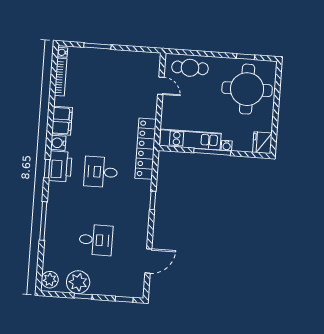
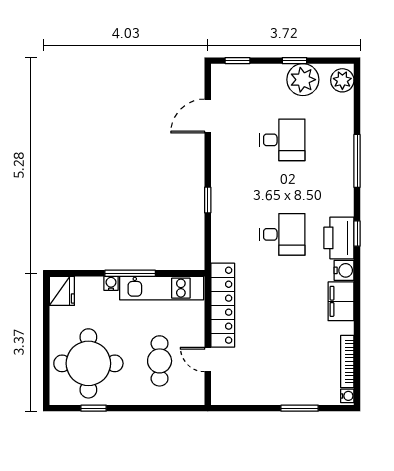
cafe table: (190, 68) -> (160, 361), moved, turned 90
locker: (146, 149) -> (223, 305), moved
desk: (96, 240) -> (282, 140), turned 180

